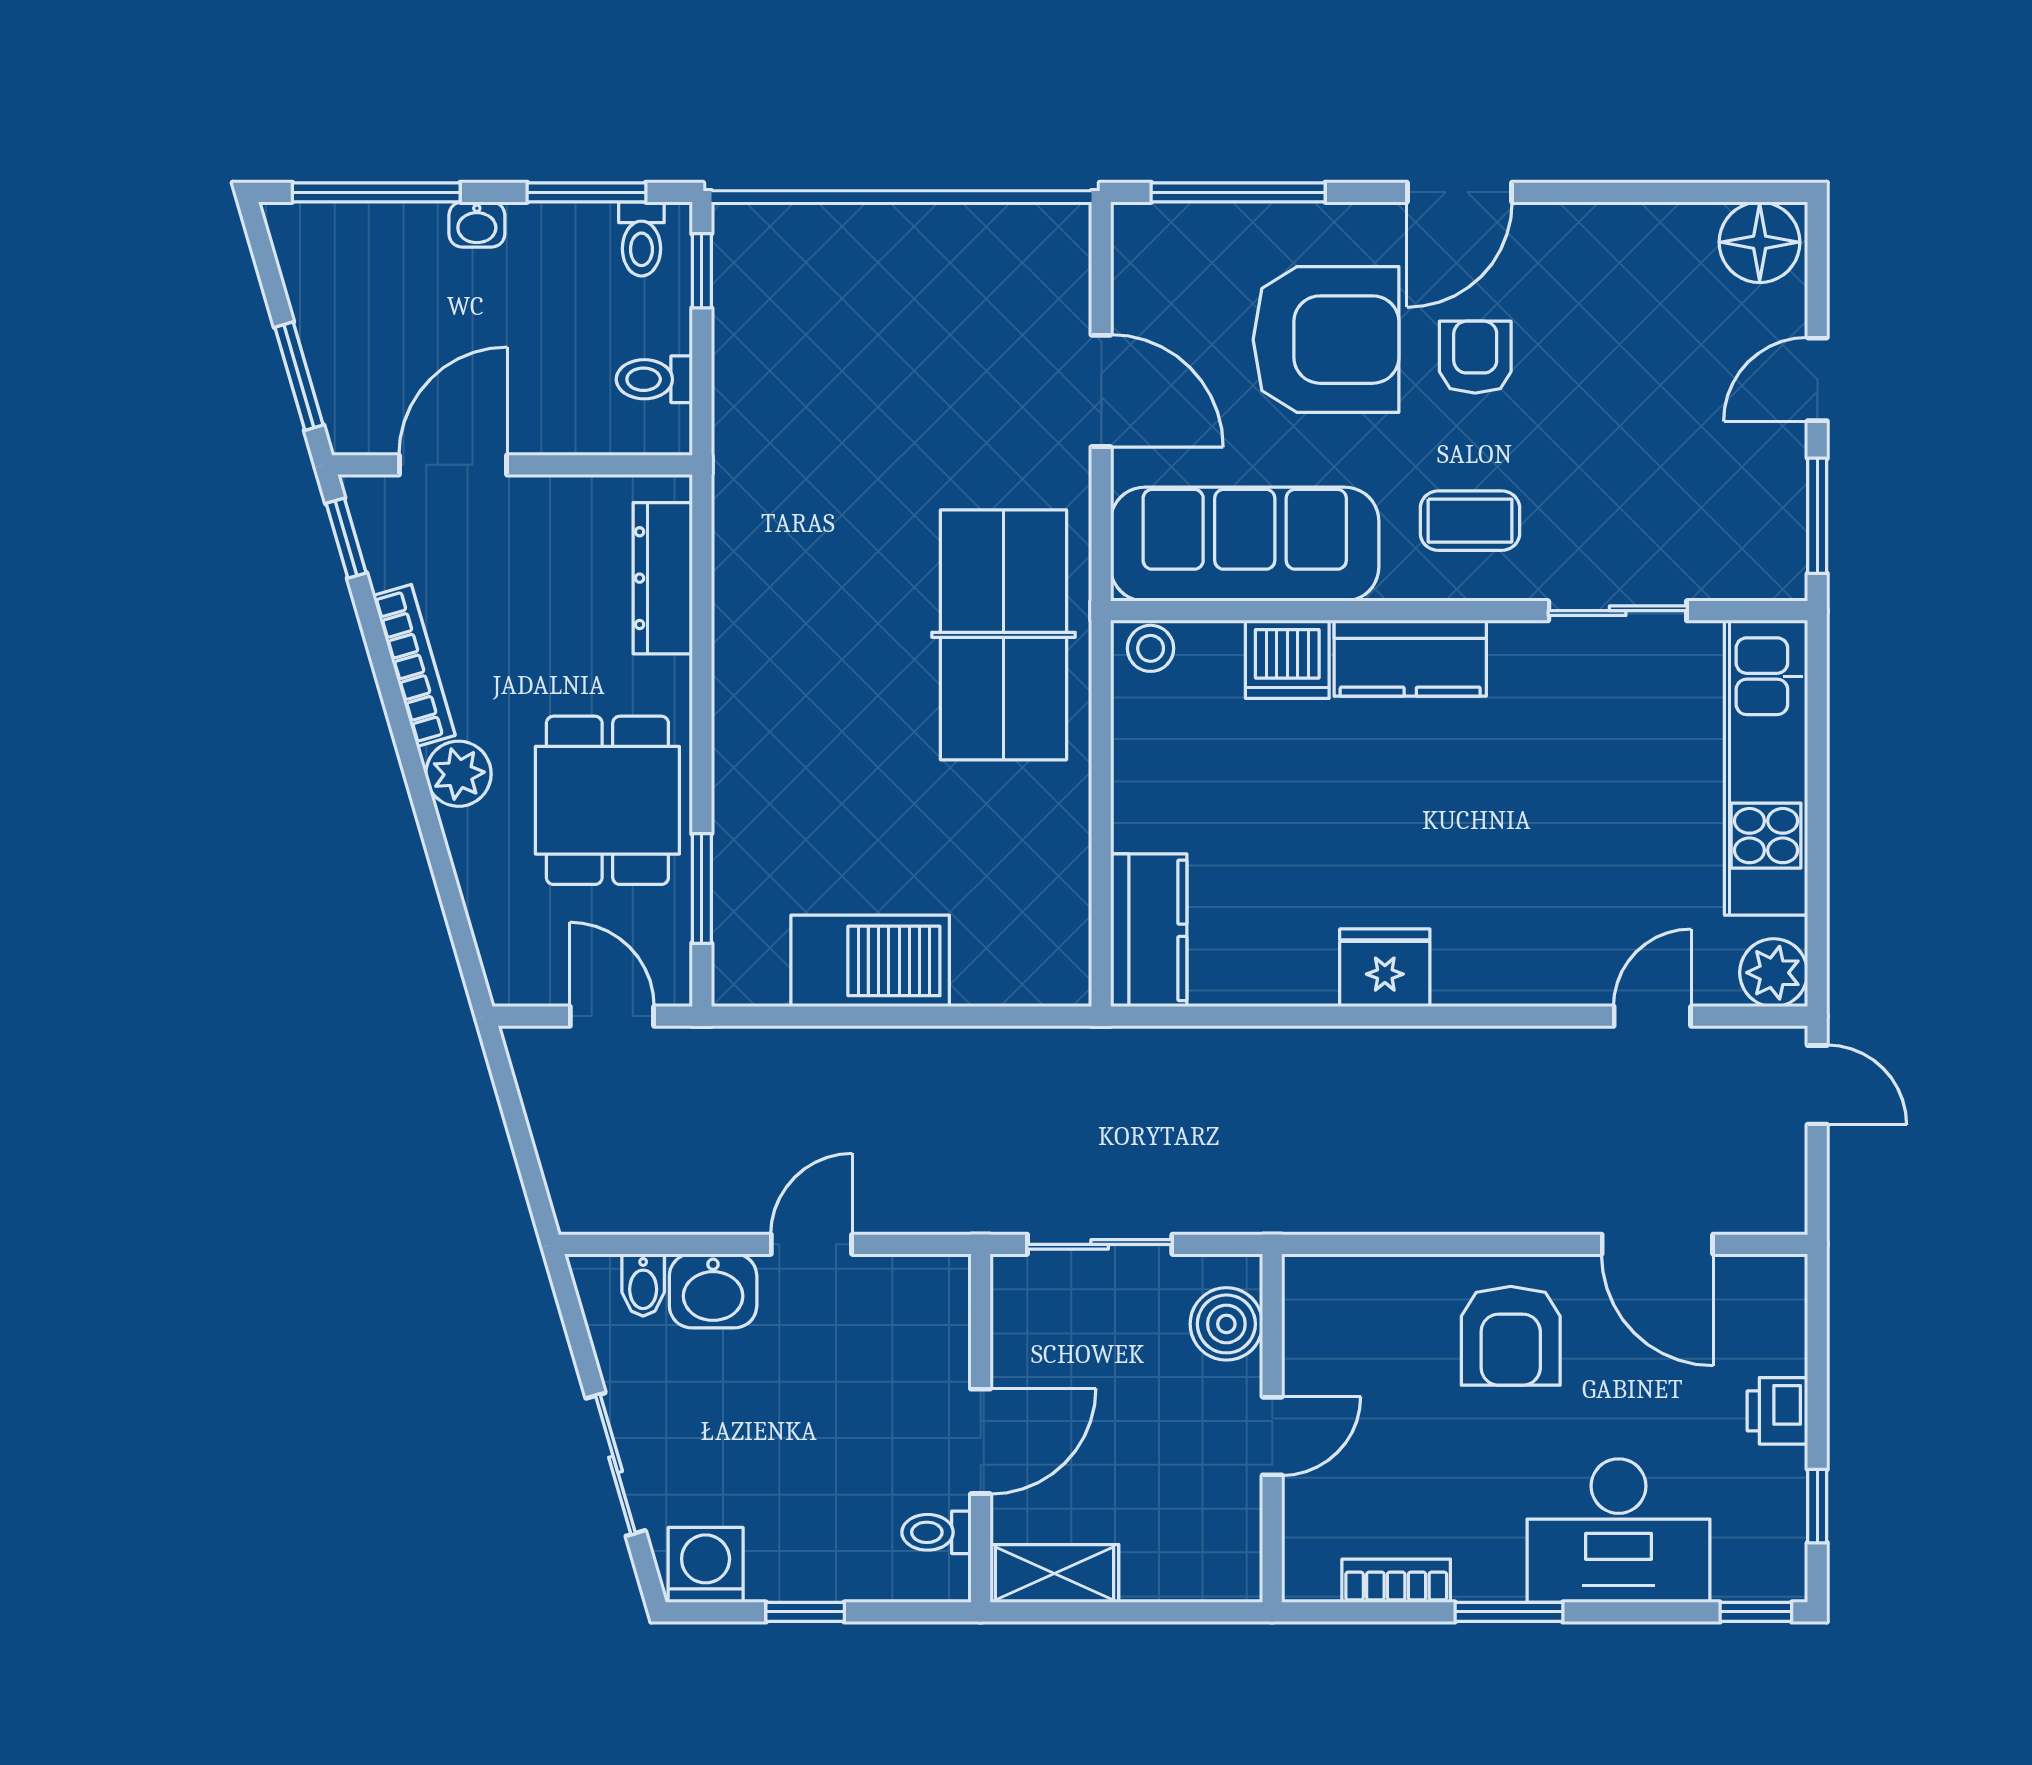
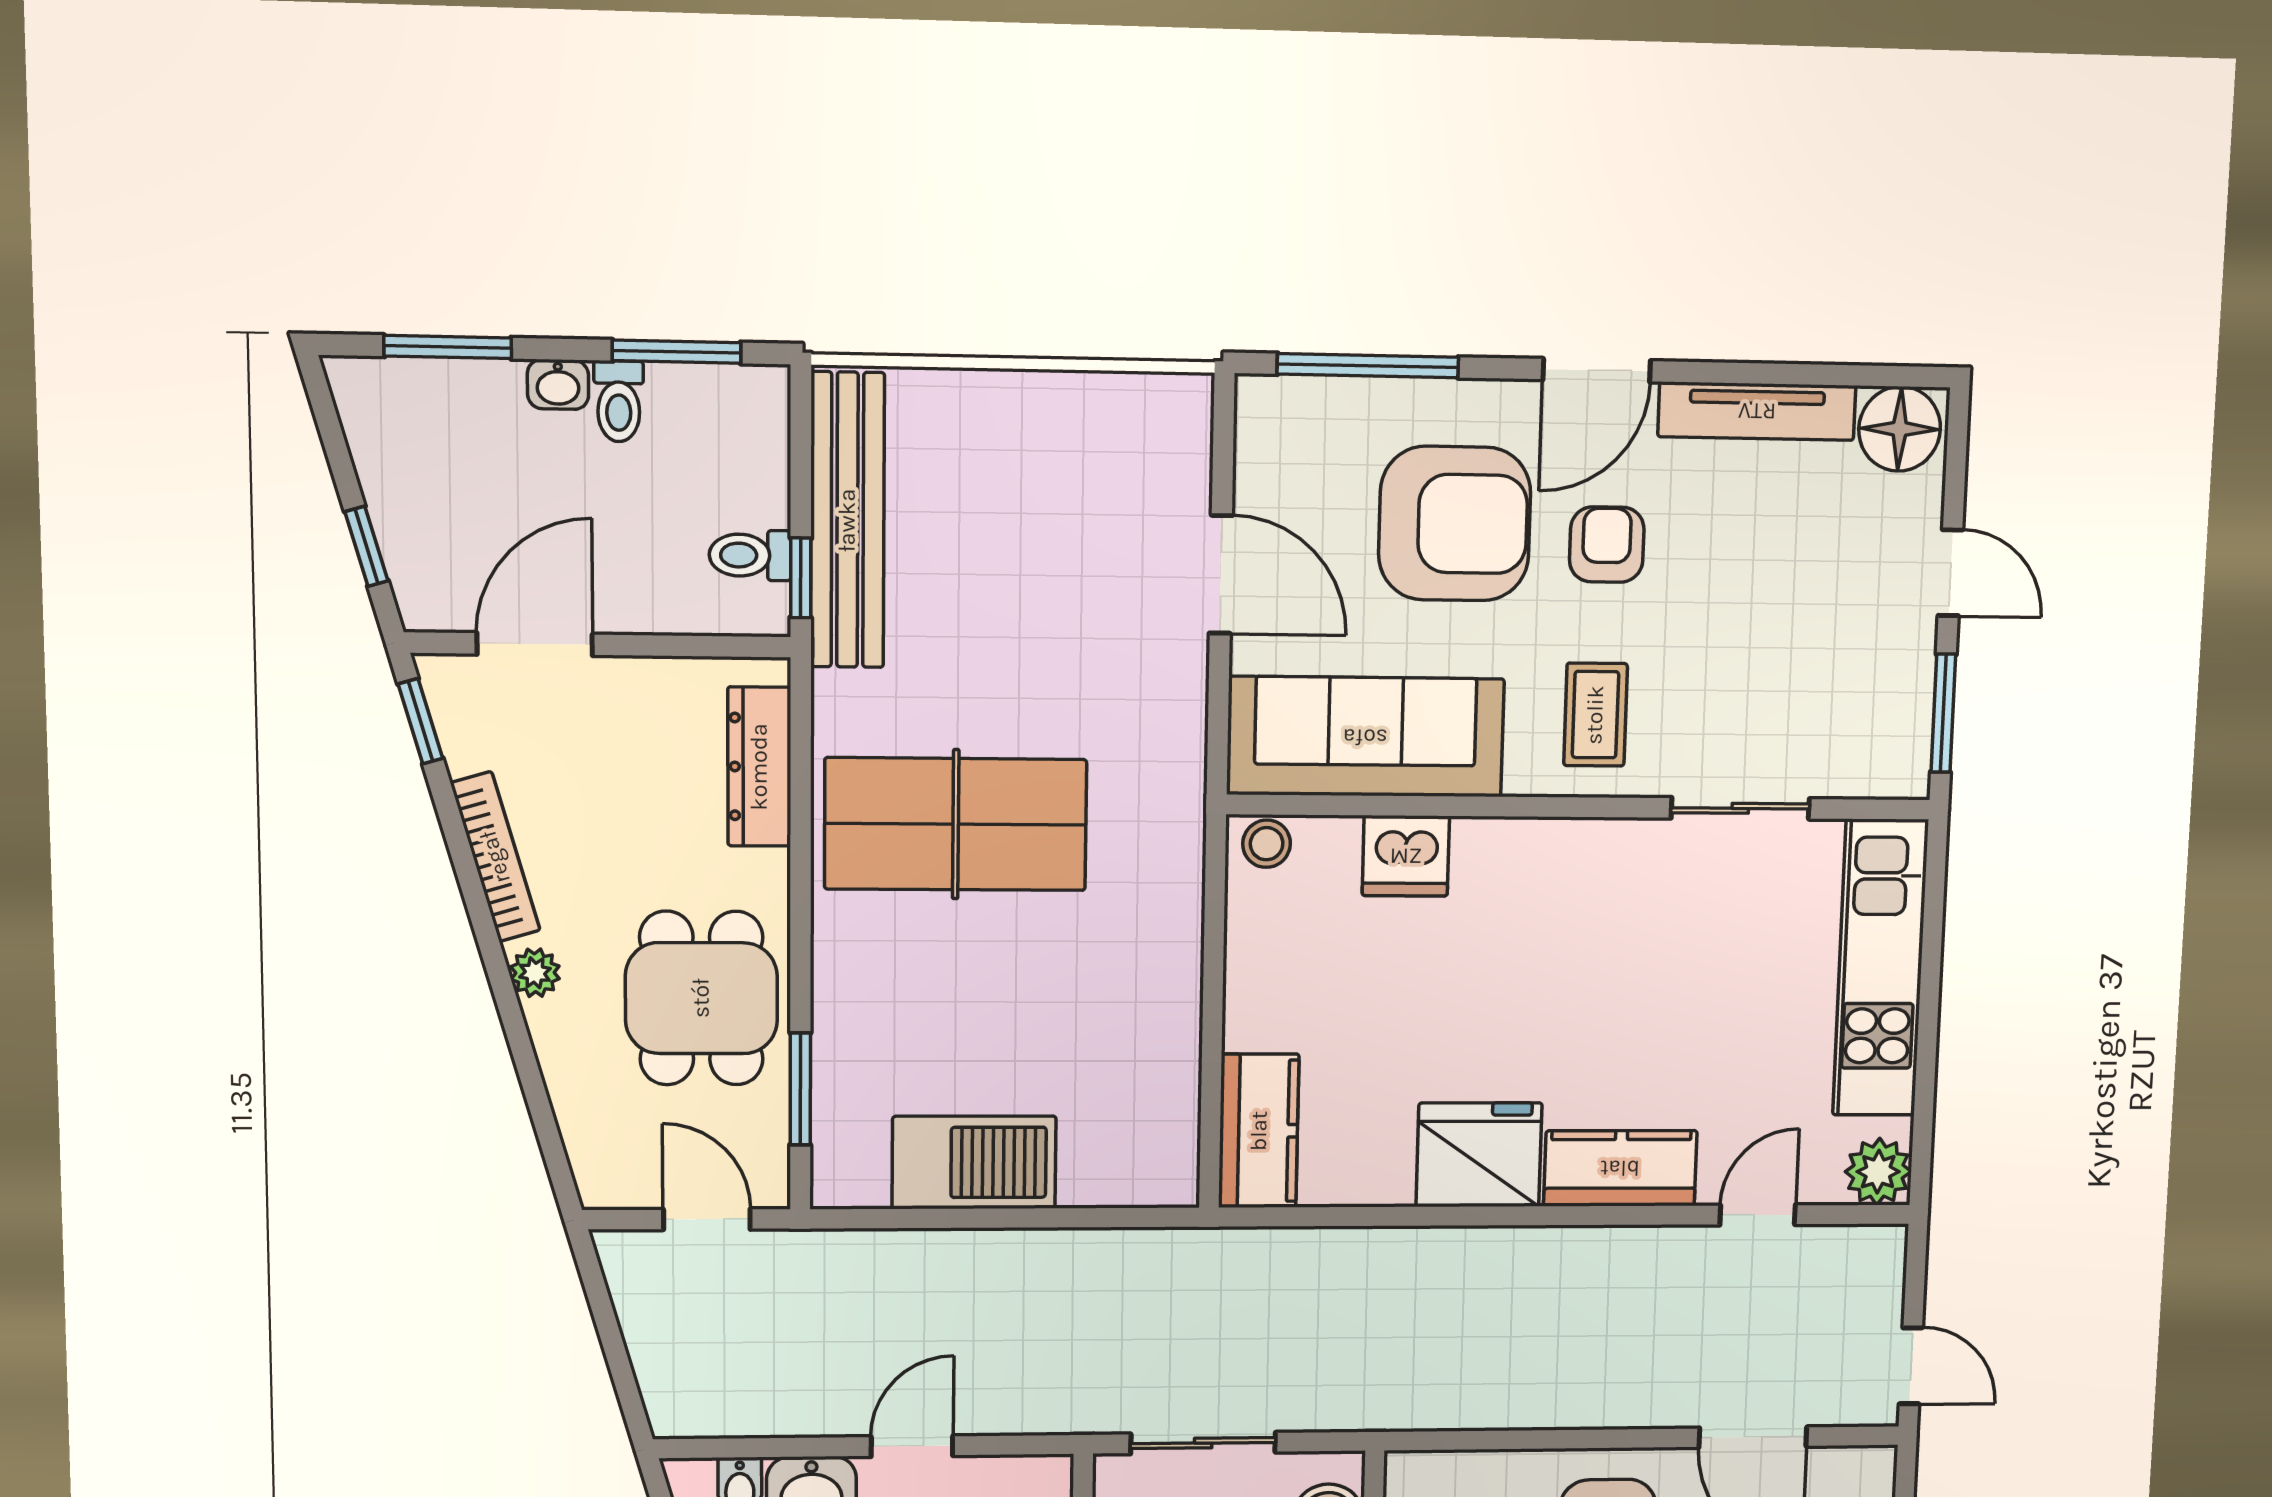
window: (376, 192) -> (448, 347), width x0.69
tv unit: (1618, 228) -> (1757, 411), added
toilet: (641, 239) -> (619, 401), moved
window: (702, 271) -> (801, 578), moved
bench: (746, 345) -> (847, 520), added
window: (299, 376) -> (366, 546), width x0.67
door: (1817, 379) -> (1950, 573), swing flipped
coffee table: (1470, 521) -> (1595, 715), turned 90
table tennis table: (1003, 635) -> (956, 824), moved, turned 90
kitchen counter: (1410, 658) -> (1620, 1168), moved, turned 180
plant: (458, 774) -> (535, 973), width x0.73, depth x0.73
fridge: (1385, 968) -> (1479, 1155), width x1.36, depth x1.34
door: (1817, 1085) -> (1911, 1366), moved

